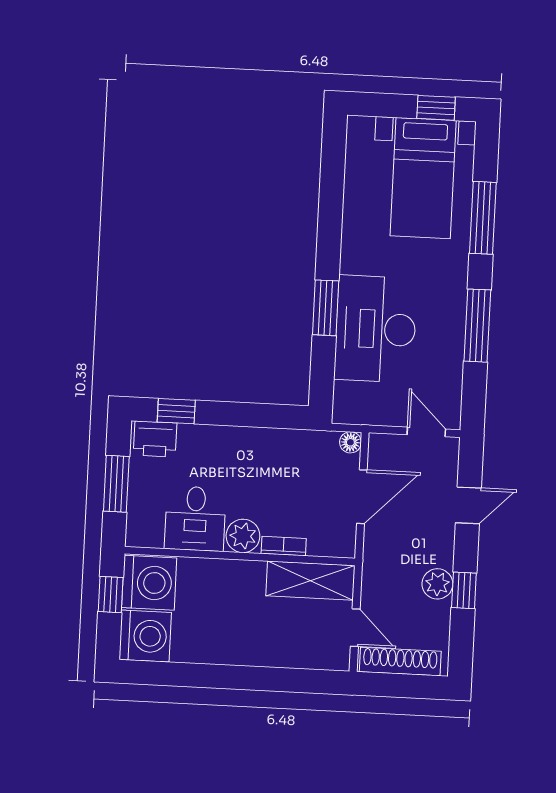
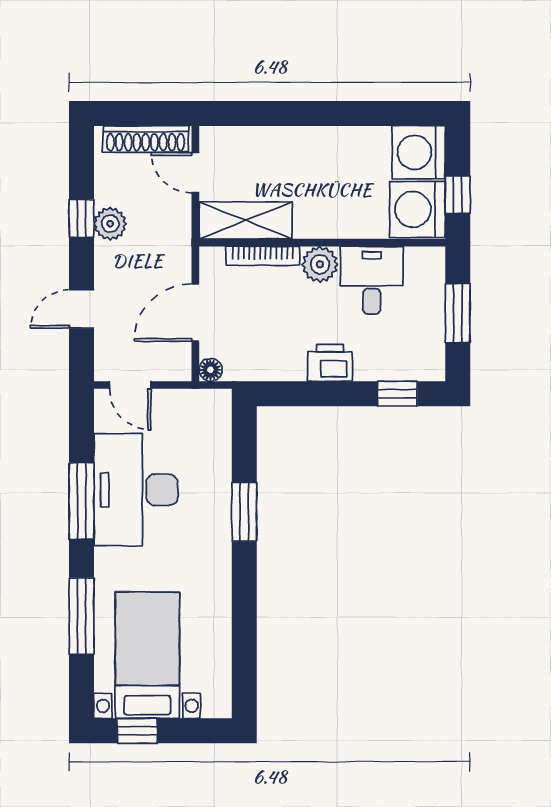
desk: (375, 329) -> (136, 490), moved, turned 180
printer: (155, 439) -> (330, 363), moved
bookcase: (284, 546) -> (263, 256), width x1.56

